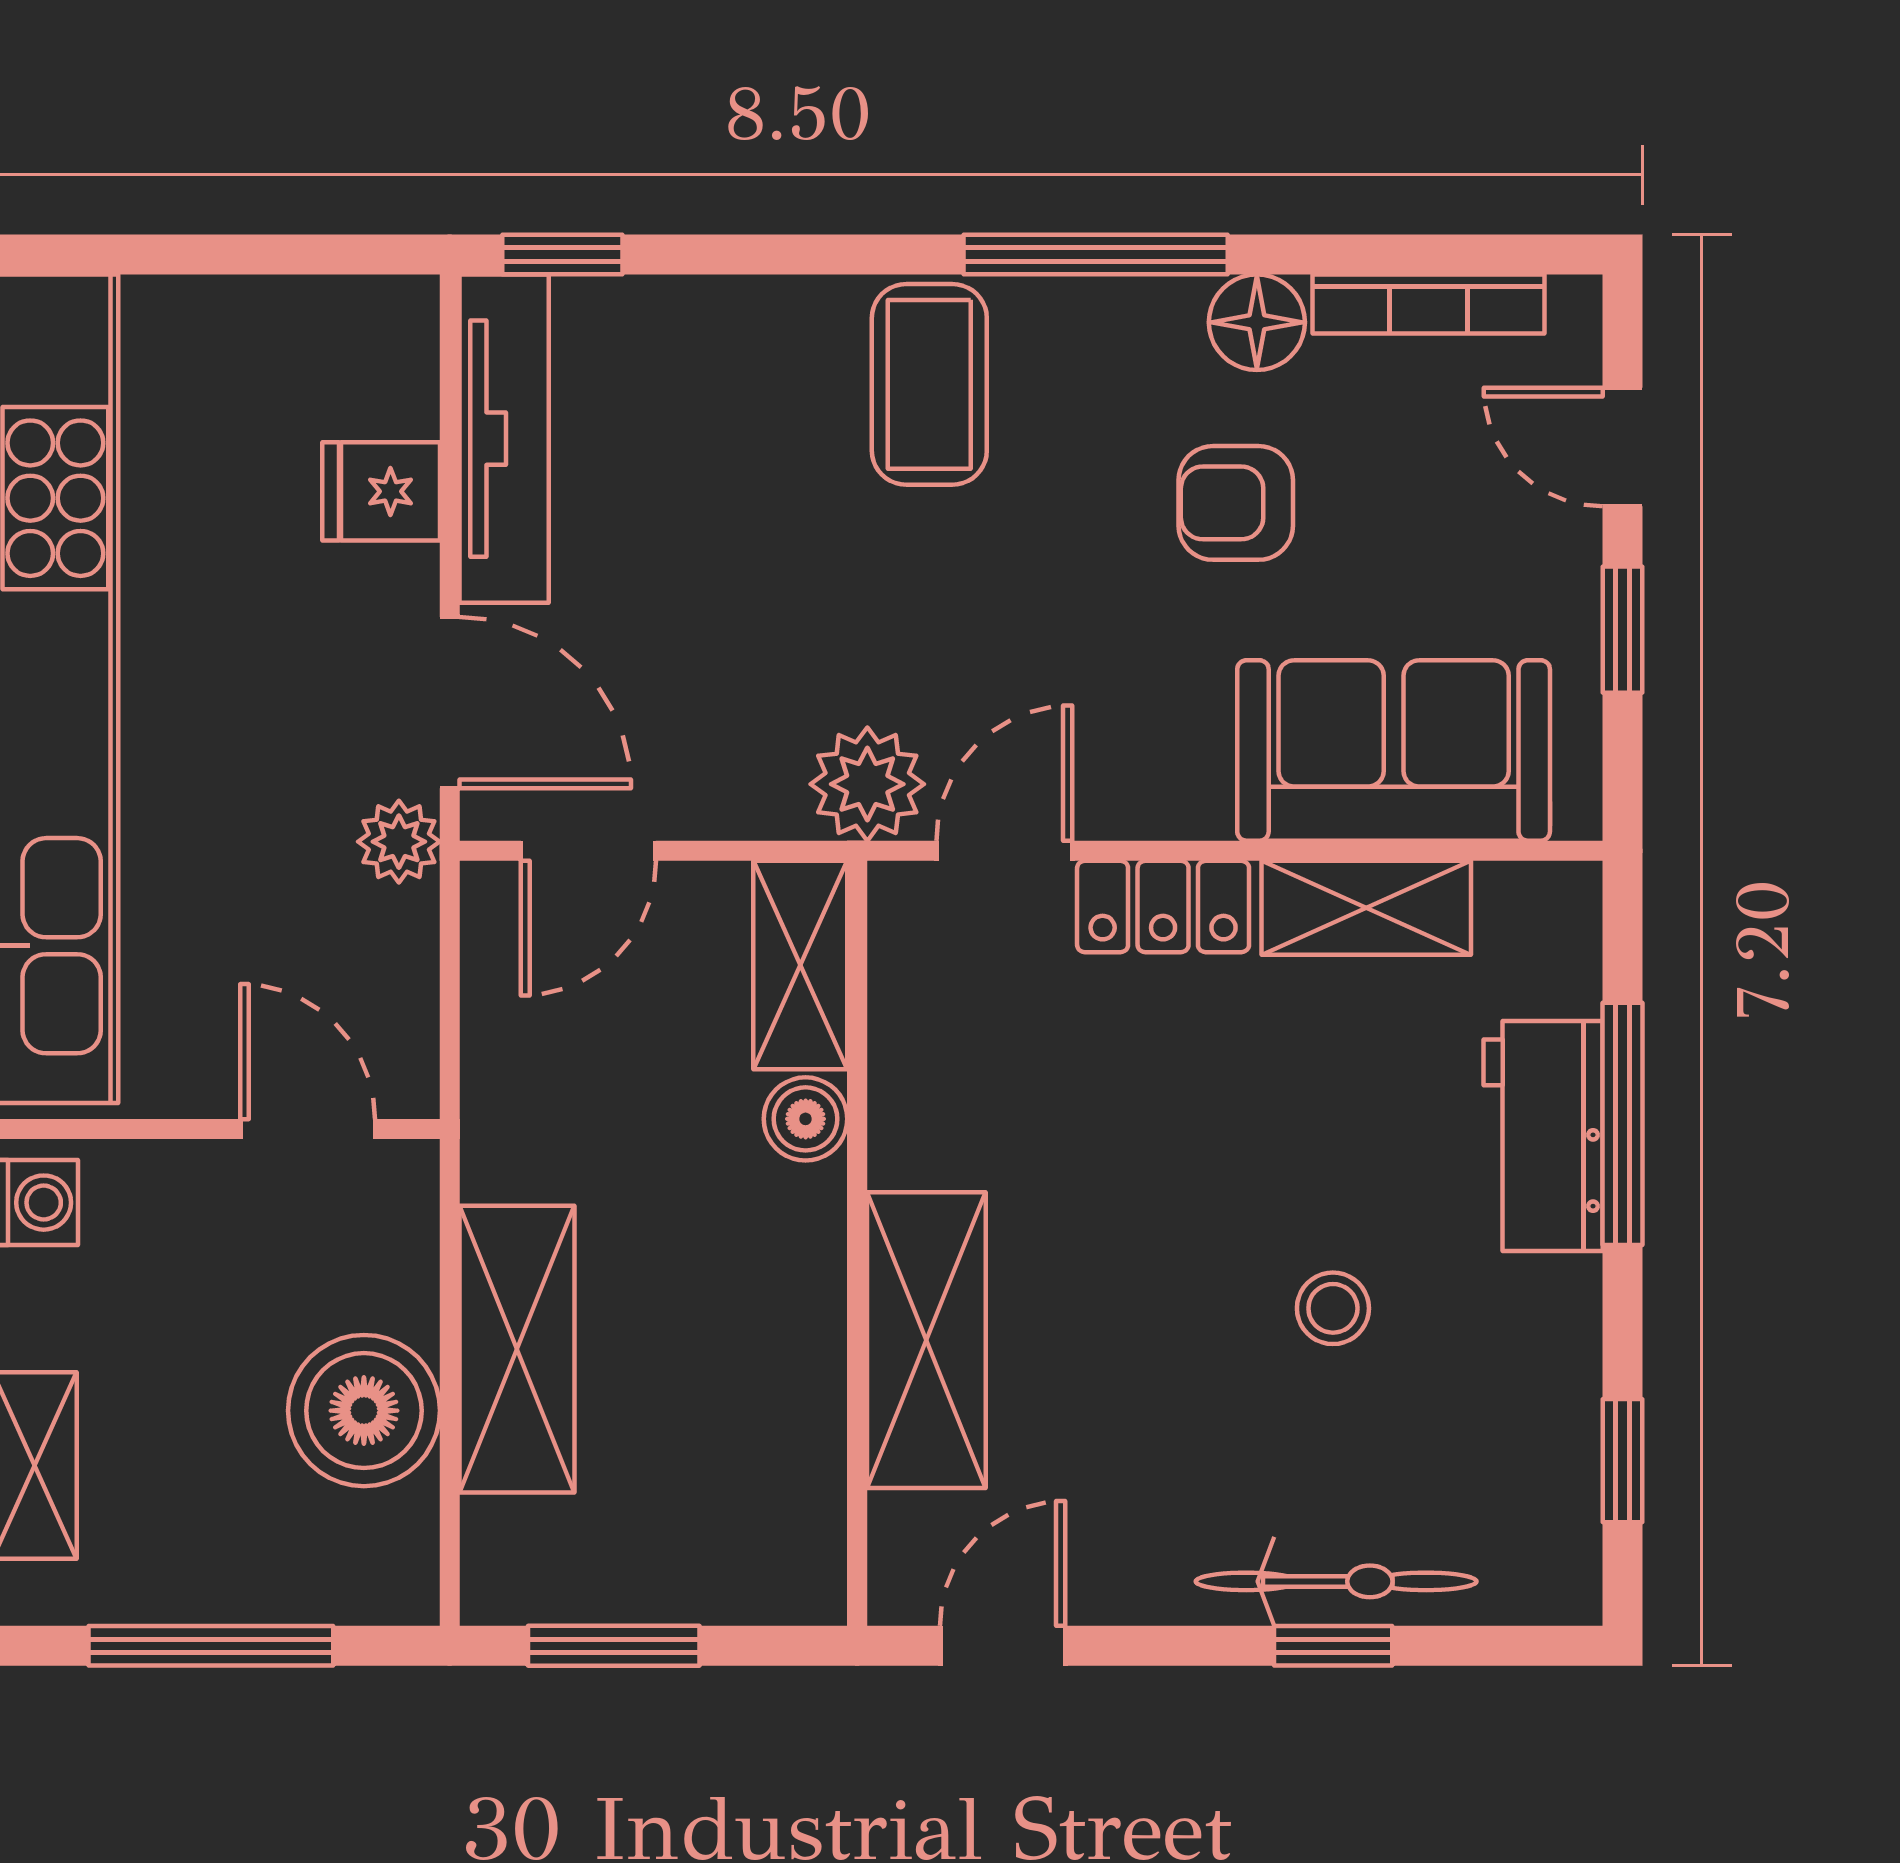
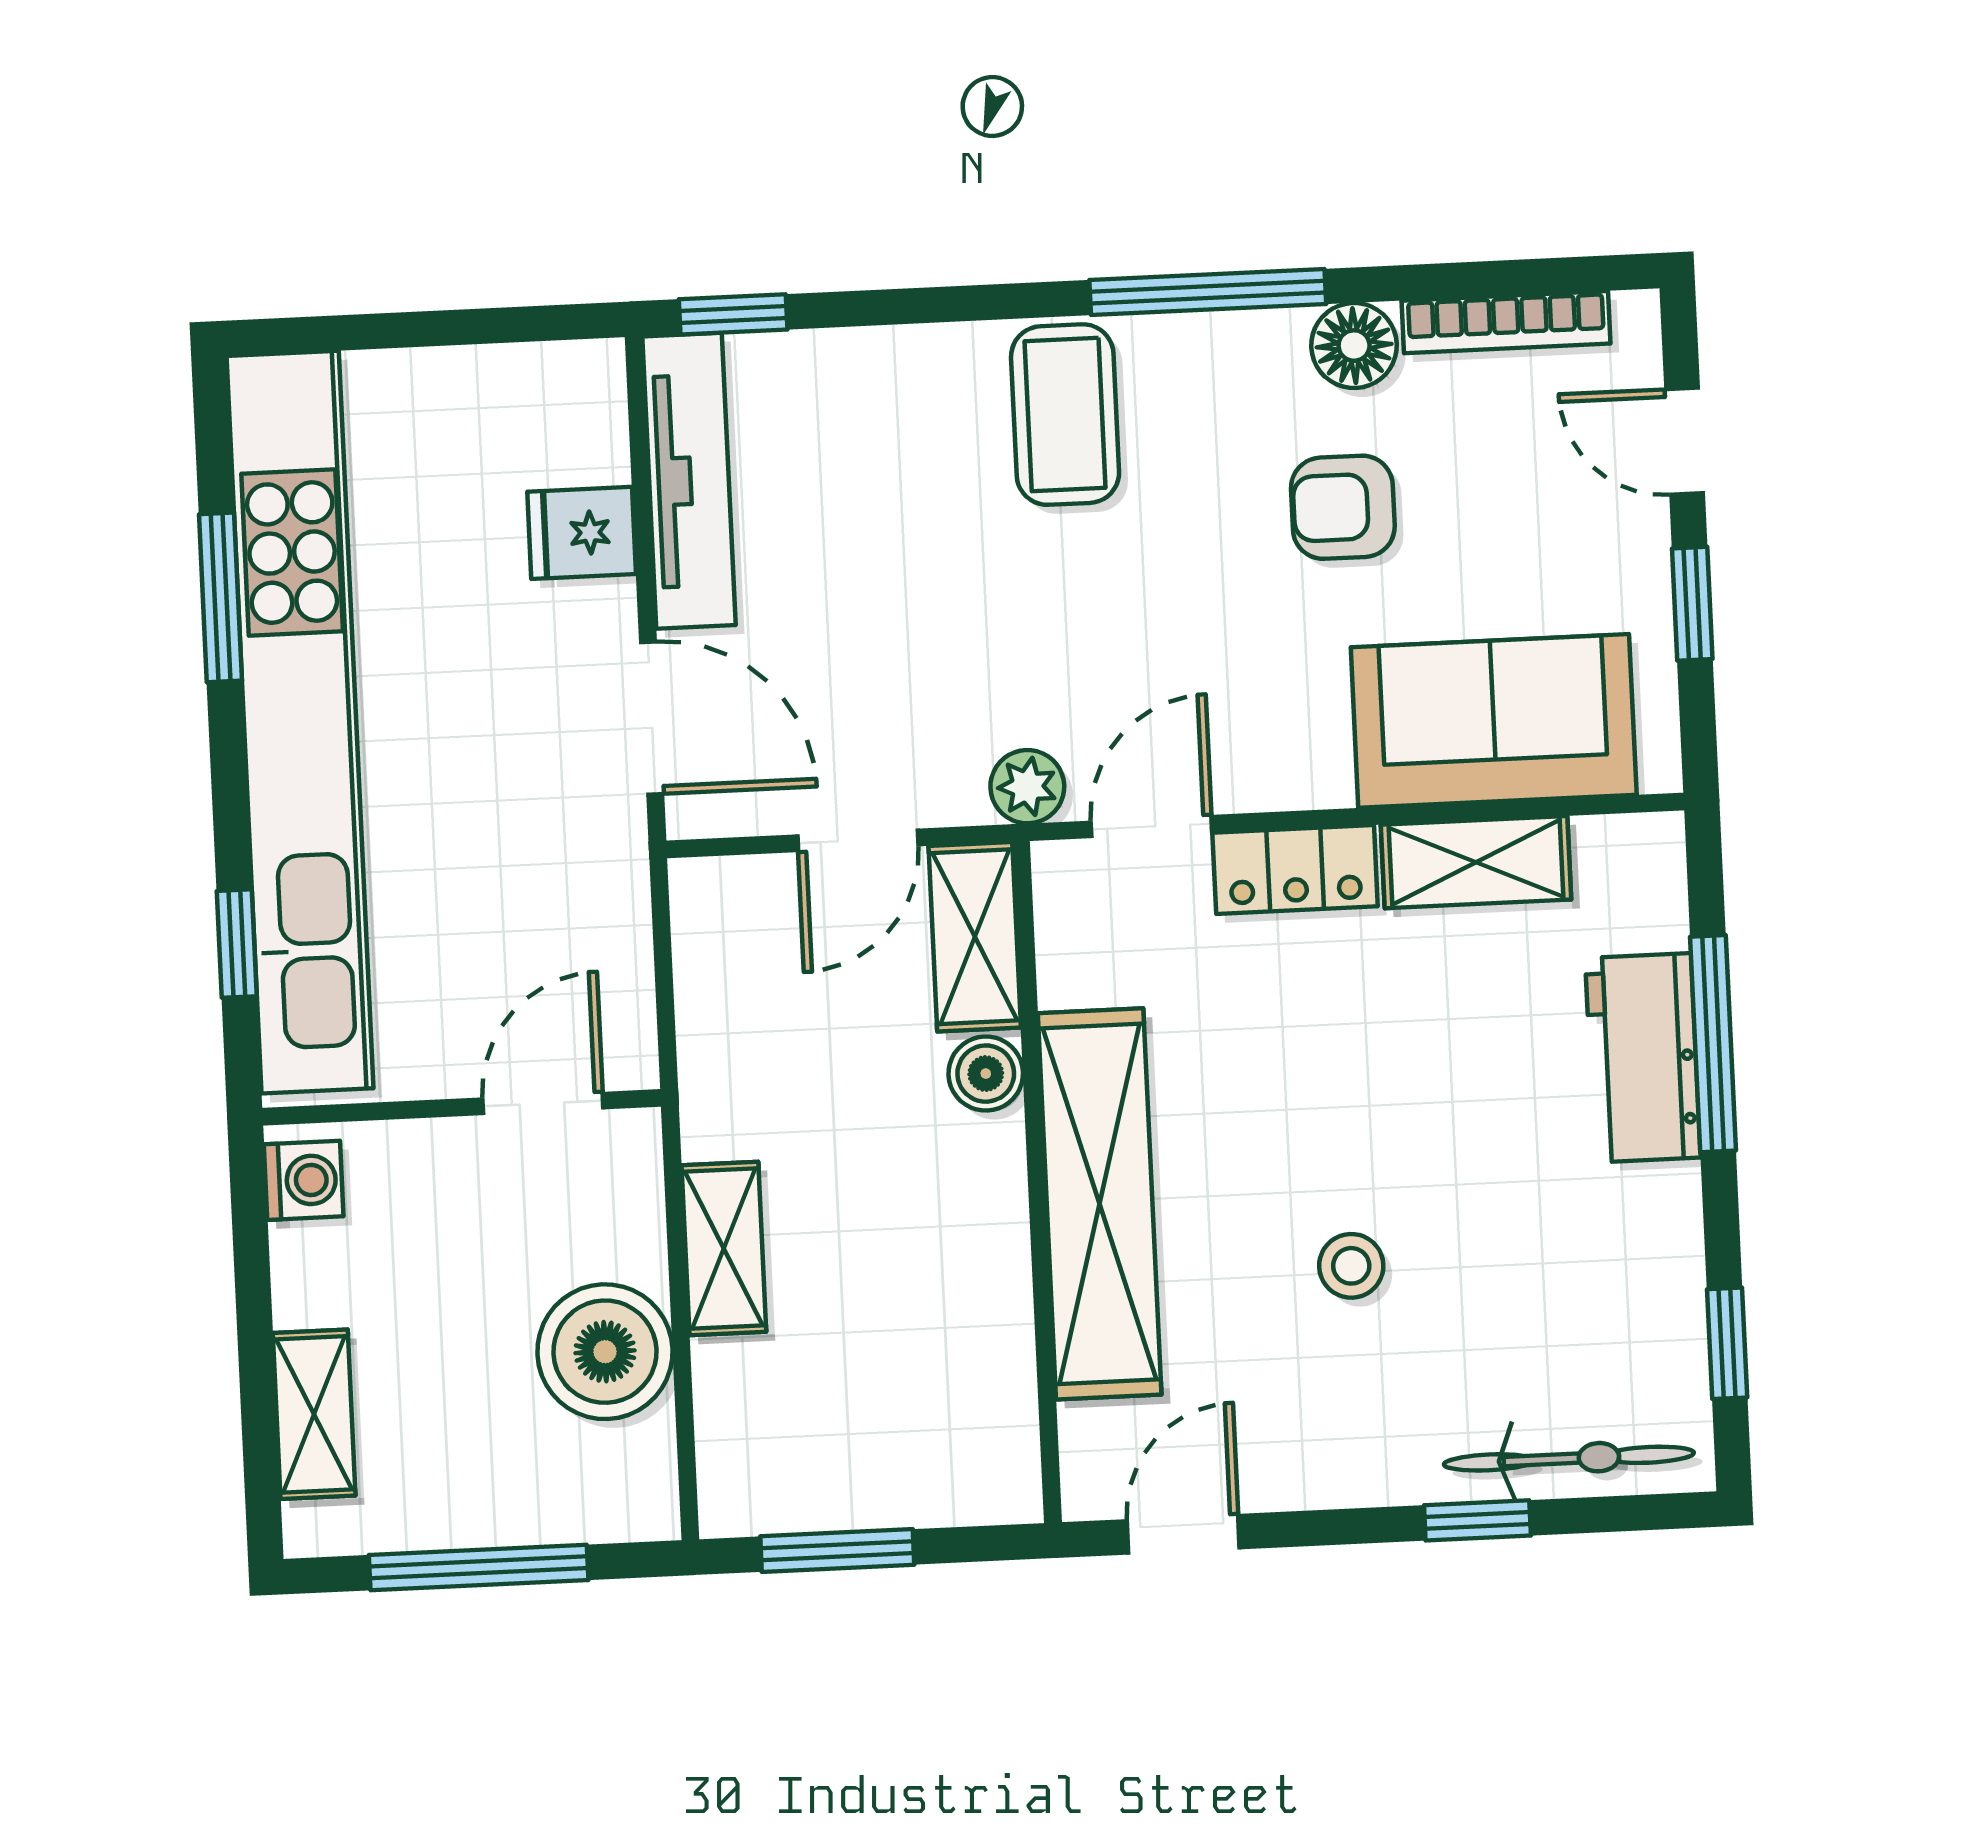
plant: (867, 784) -> (1027, 787), width x0.73, depth x0.73
plant: (399, 842) -> (612, 844), removed
door: (588, 851) -> (858, 840), moved
door: (308, 1129) -> (543, 1103), hinge flipped
stool: (1333, 1308) -> (1351, 1266), moved
shelving: (926, 1340) -> (1100, 1204), width x1.47
shelving: (517, 1349) -> (724, 1249), width x0.67, depth x0.75
bicycle: (1336, 1581) -> (1569, 1459), moved

